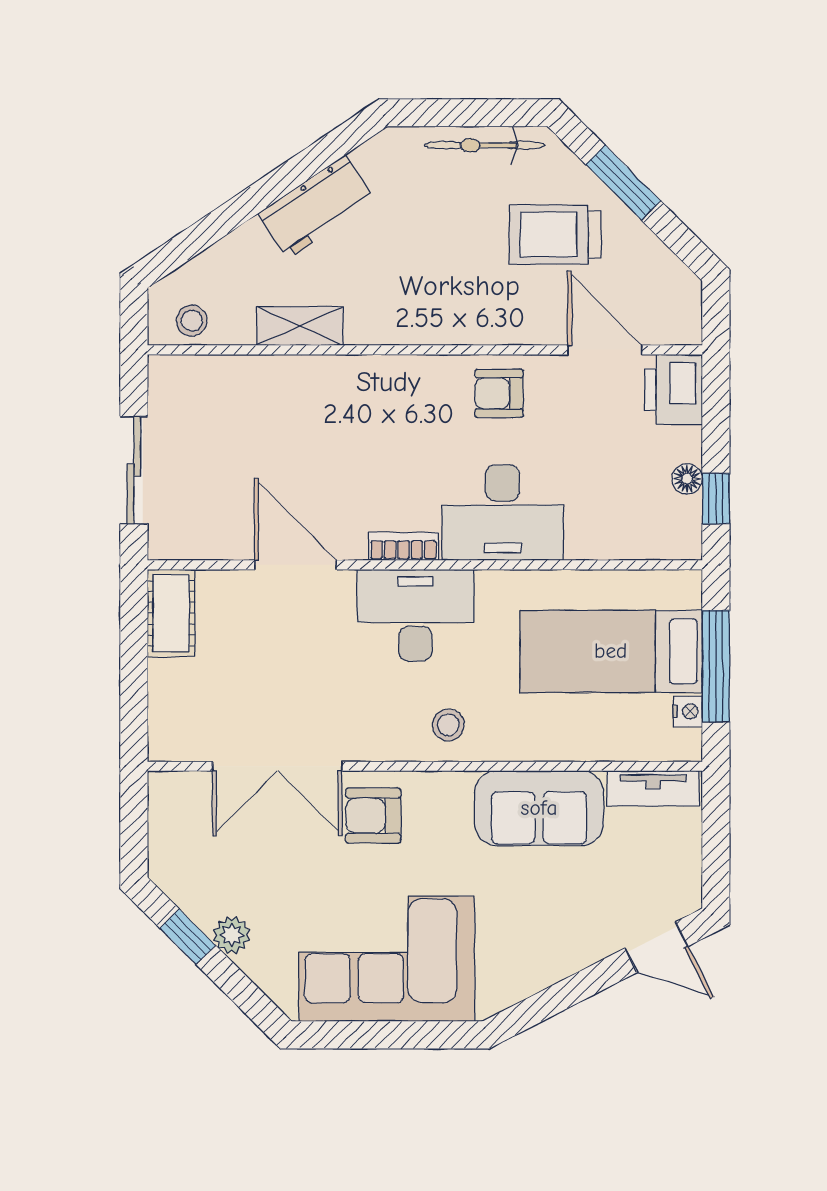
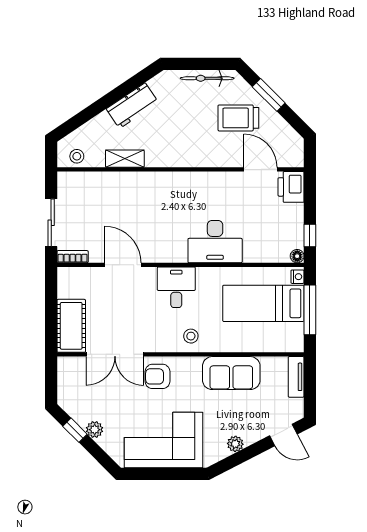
armchair: (499, 393) -> (213, 189), removed
floor lamp: (687, 479) -> (297, 256), moved
bookcase: (403, 546) -> (73, 257), moved
cot: (171, 613) -> (71, 326), moved, width x1.37, depth x1.34
desk: (415, 615) -> (176, 287), width x0.73
nightstand: (688, 711) -> (297, 277), moved
tv unit: (653, 788) -> (296, 377), moved, turned 90
plant: (548, 967) -> (235, 444), added

